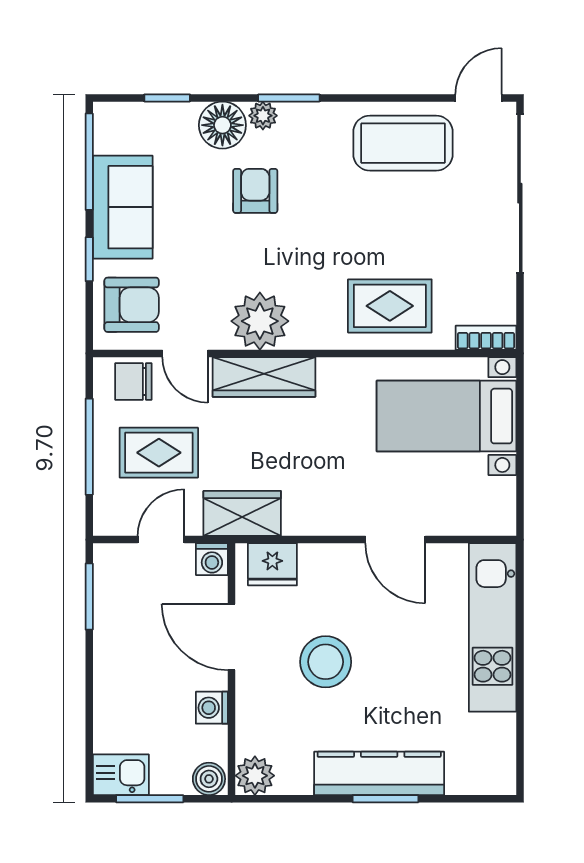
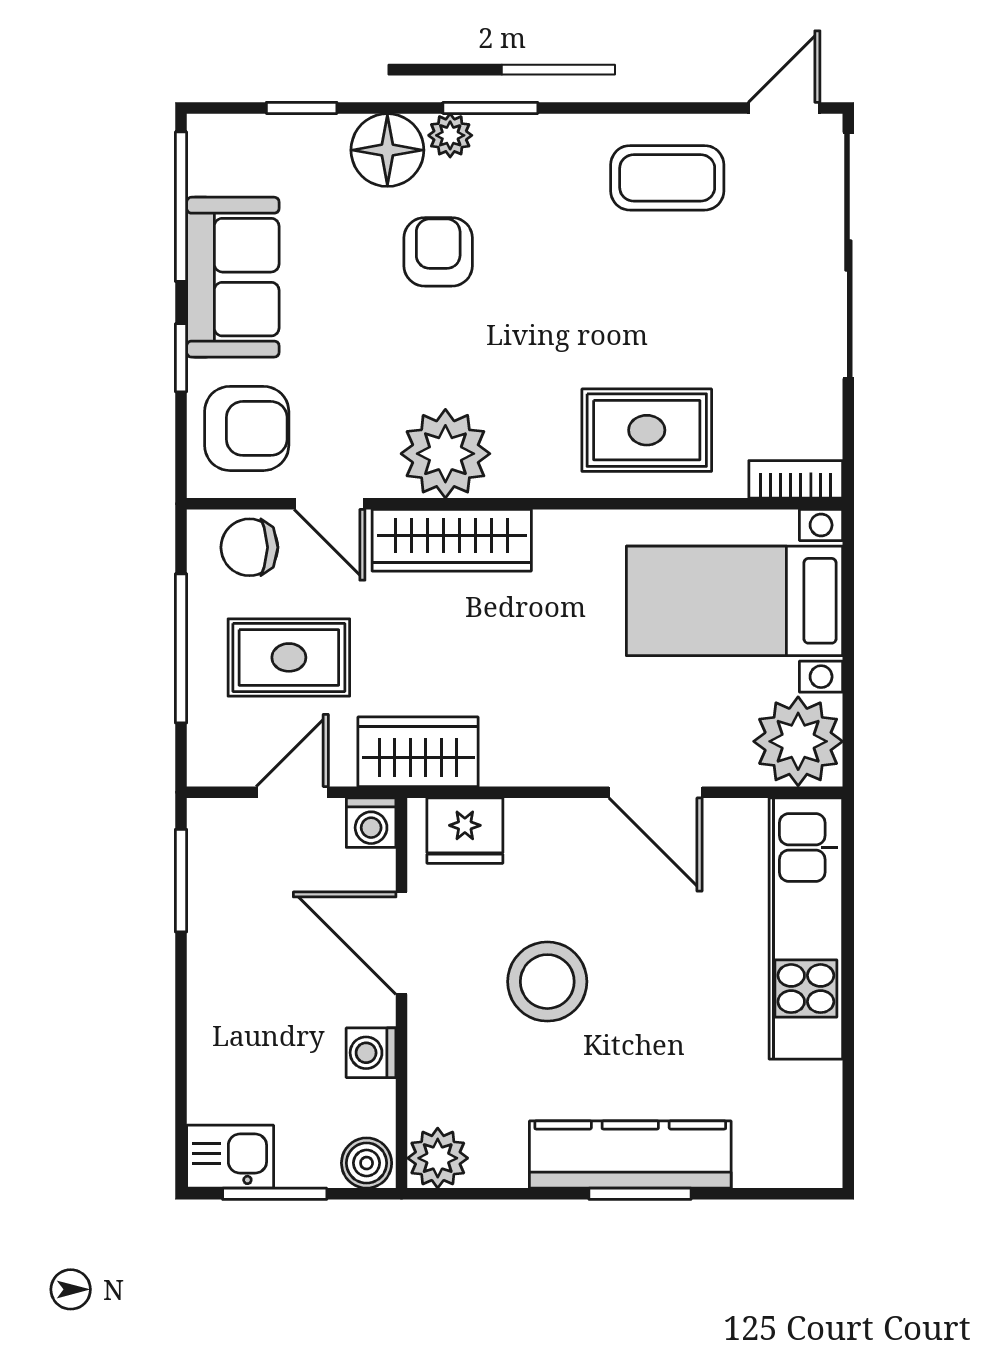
coffee table: (403, 143) -> (667, 178), width x0.73, depth x0.76
plant: (487, 507) -> (798, 741), added

